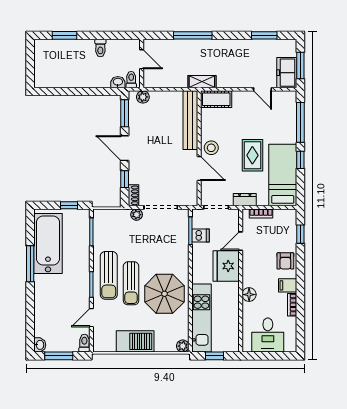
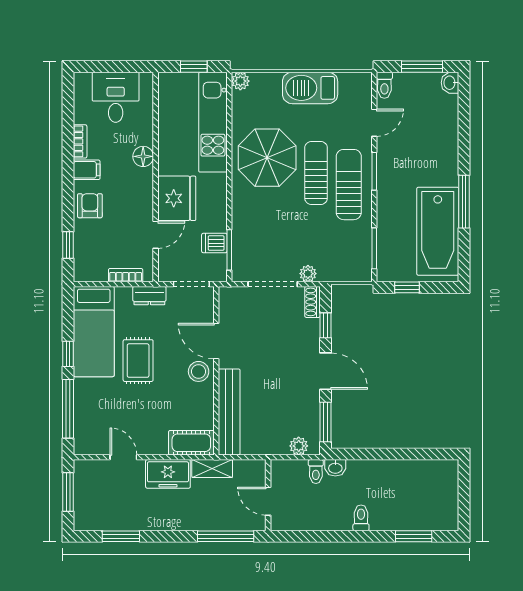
door: (142, 59) -> (268, 501), moved
wall: (142, 63) -> (268, 495), moved
freezer: (287, 73) -> (168, 474), moved, turned 90

